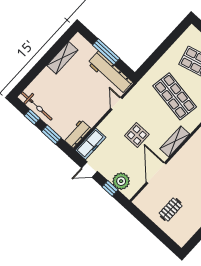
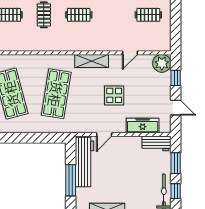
freezer: (91, 144) -> (143, 126), moved
door: (156, 173) -> (130, 53), width x0.53
plant: (121, 181) -> (162, 63), moved

